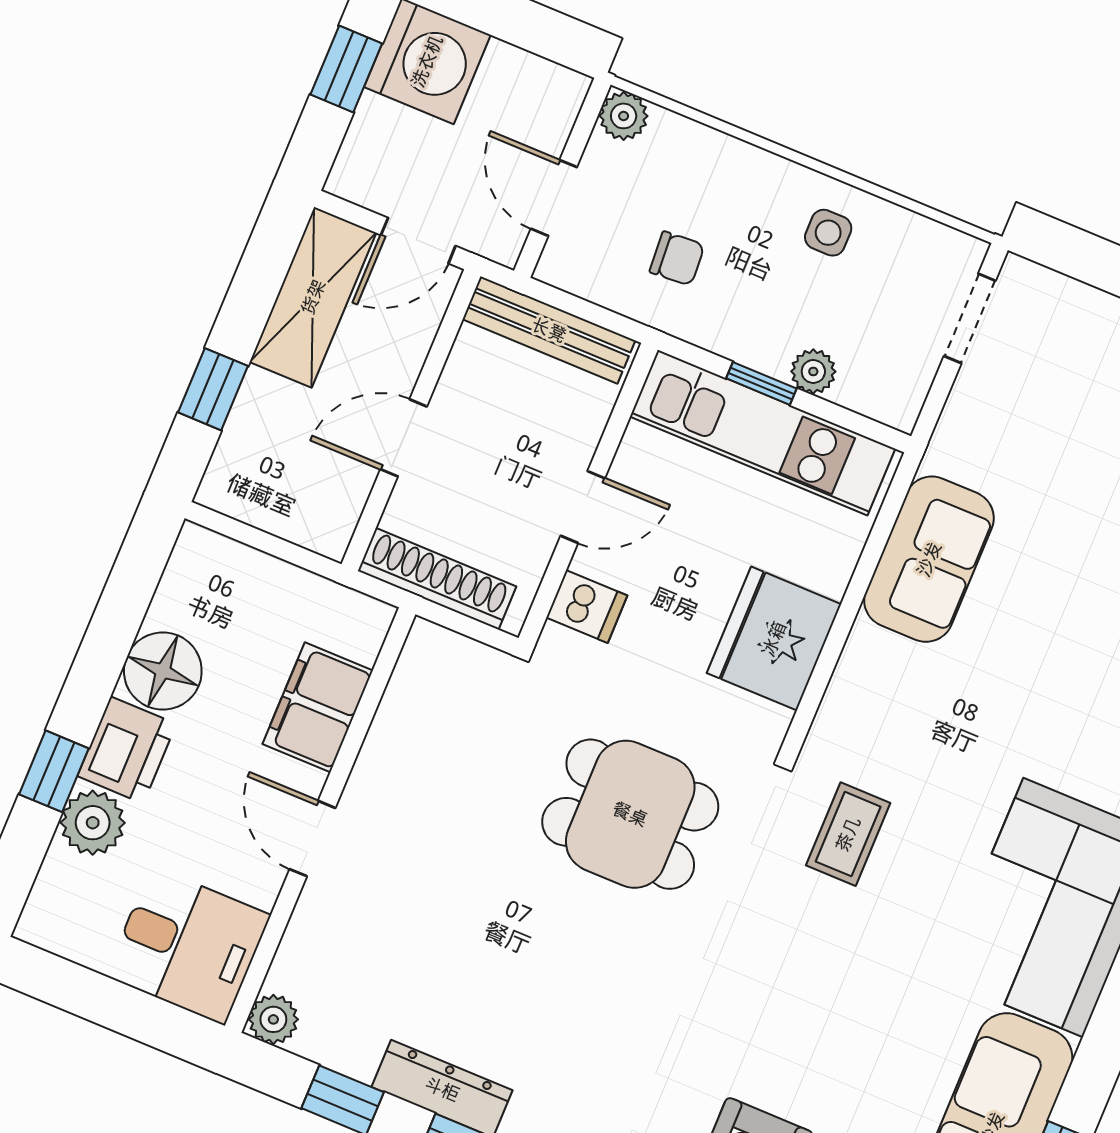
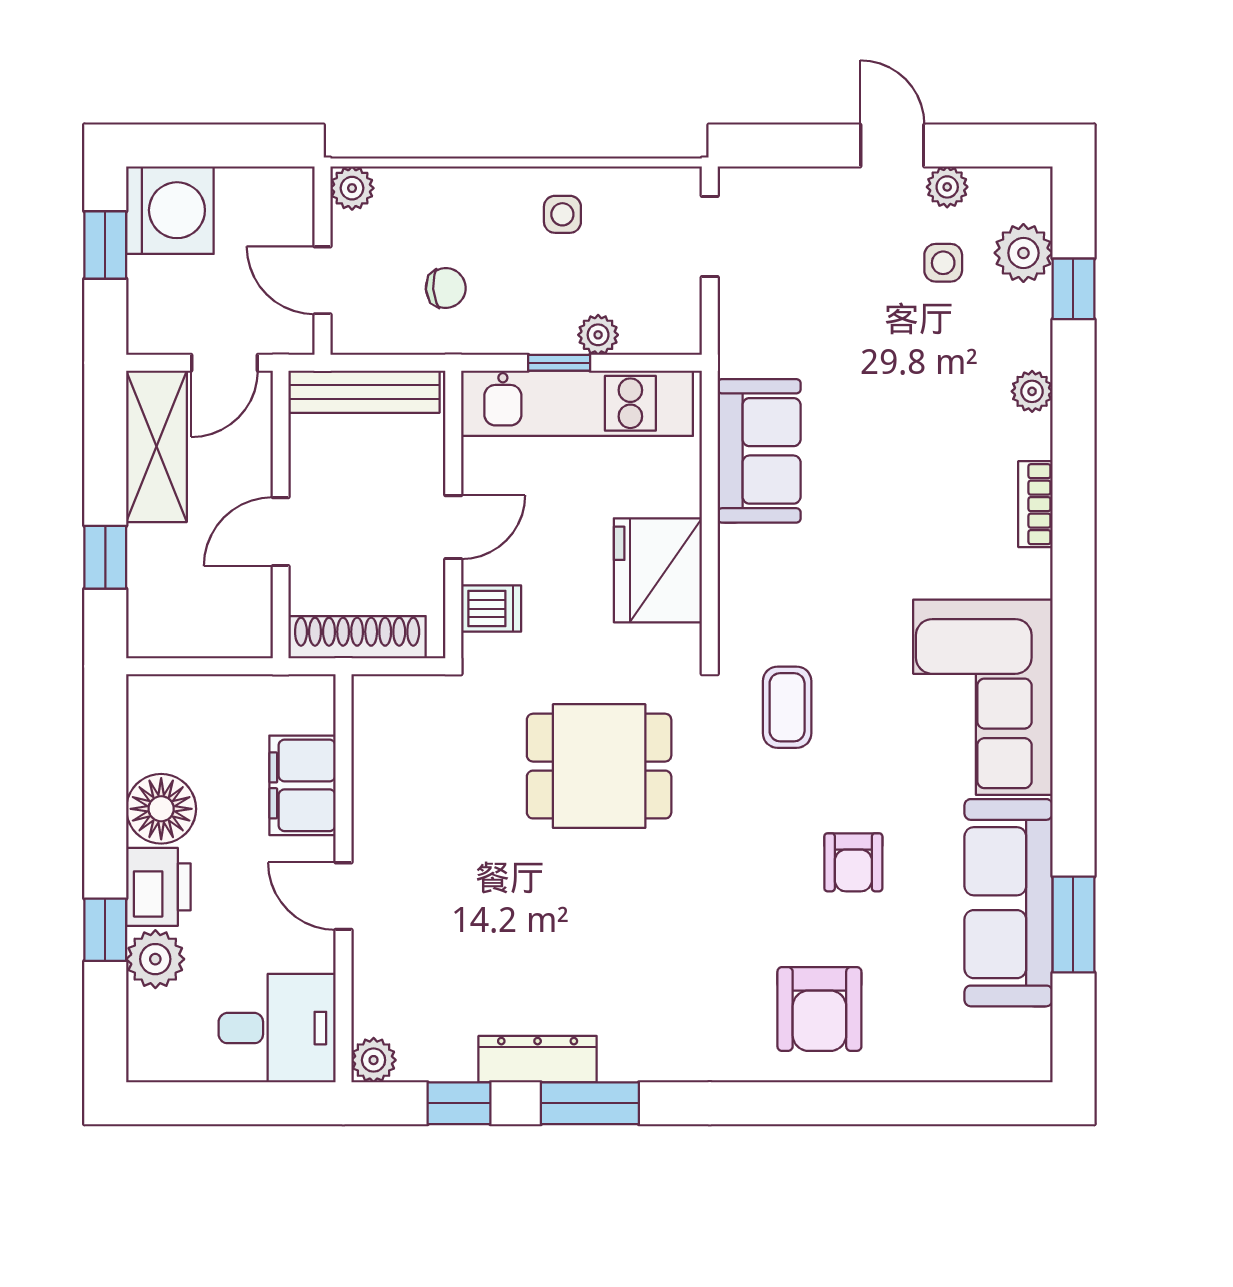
armchair: (850, 1021) -> (853, 862), added

